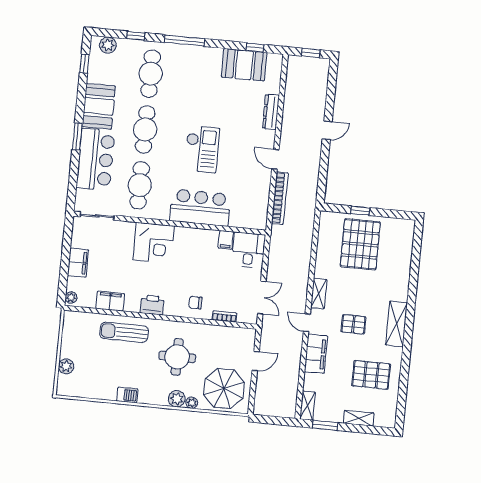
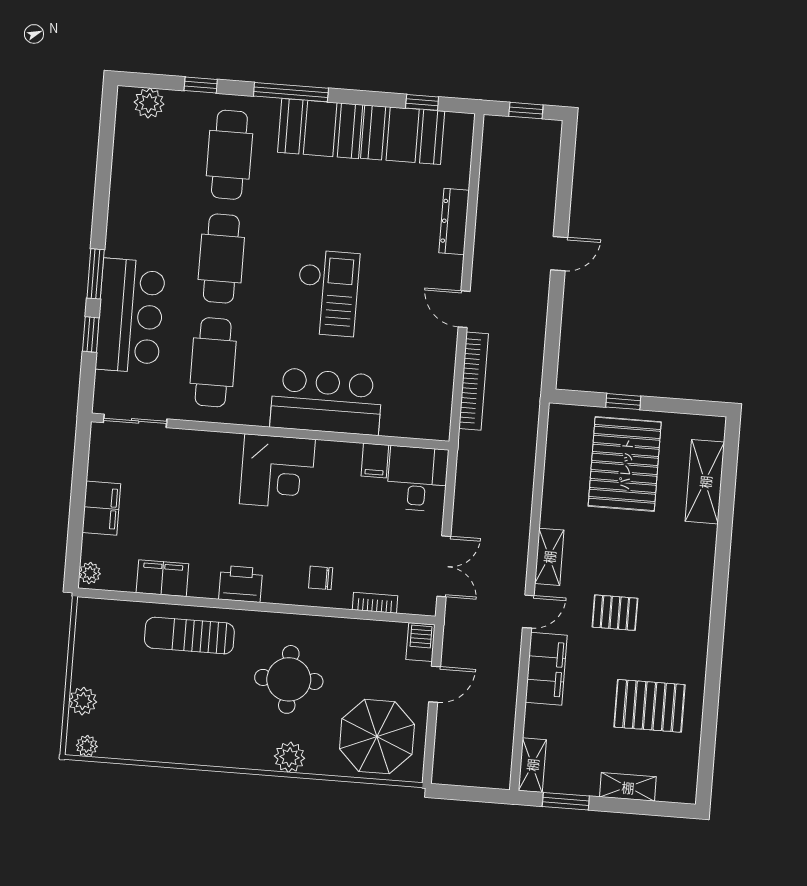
window: (84, 64) -> (91, 335), moved
booth: (99, 106) -> (320, 129), moved, turned 90
corner desk: (154, 243) -> (277, 472), moved
door: (307, 323) -> (528, 612), swing flipped
shelving: (396, 324) -> (705, 482), moved
barbecue: (127, 395) -> (420, 642), moved, turned -90
plant: (192, 403) -> (87, 746), moved

